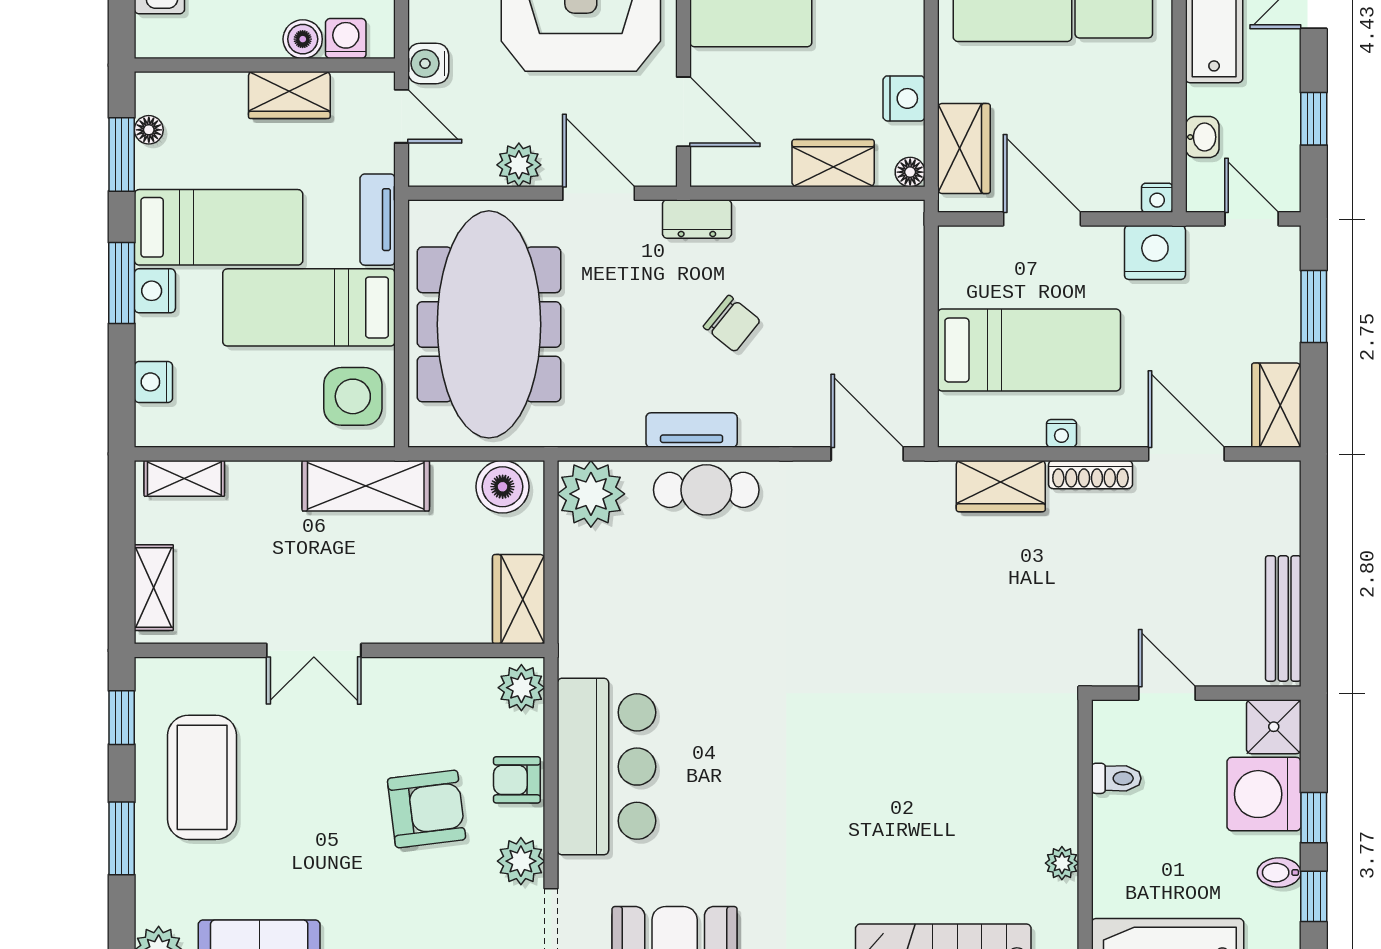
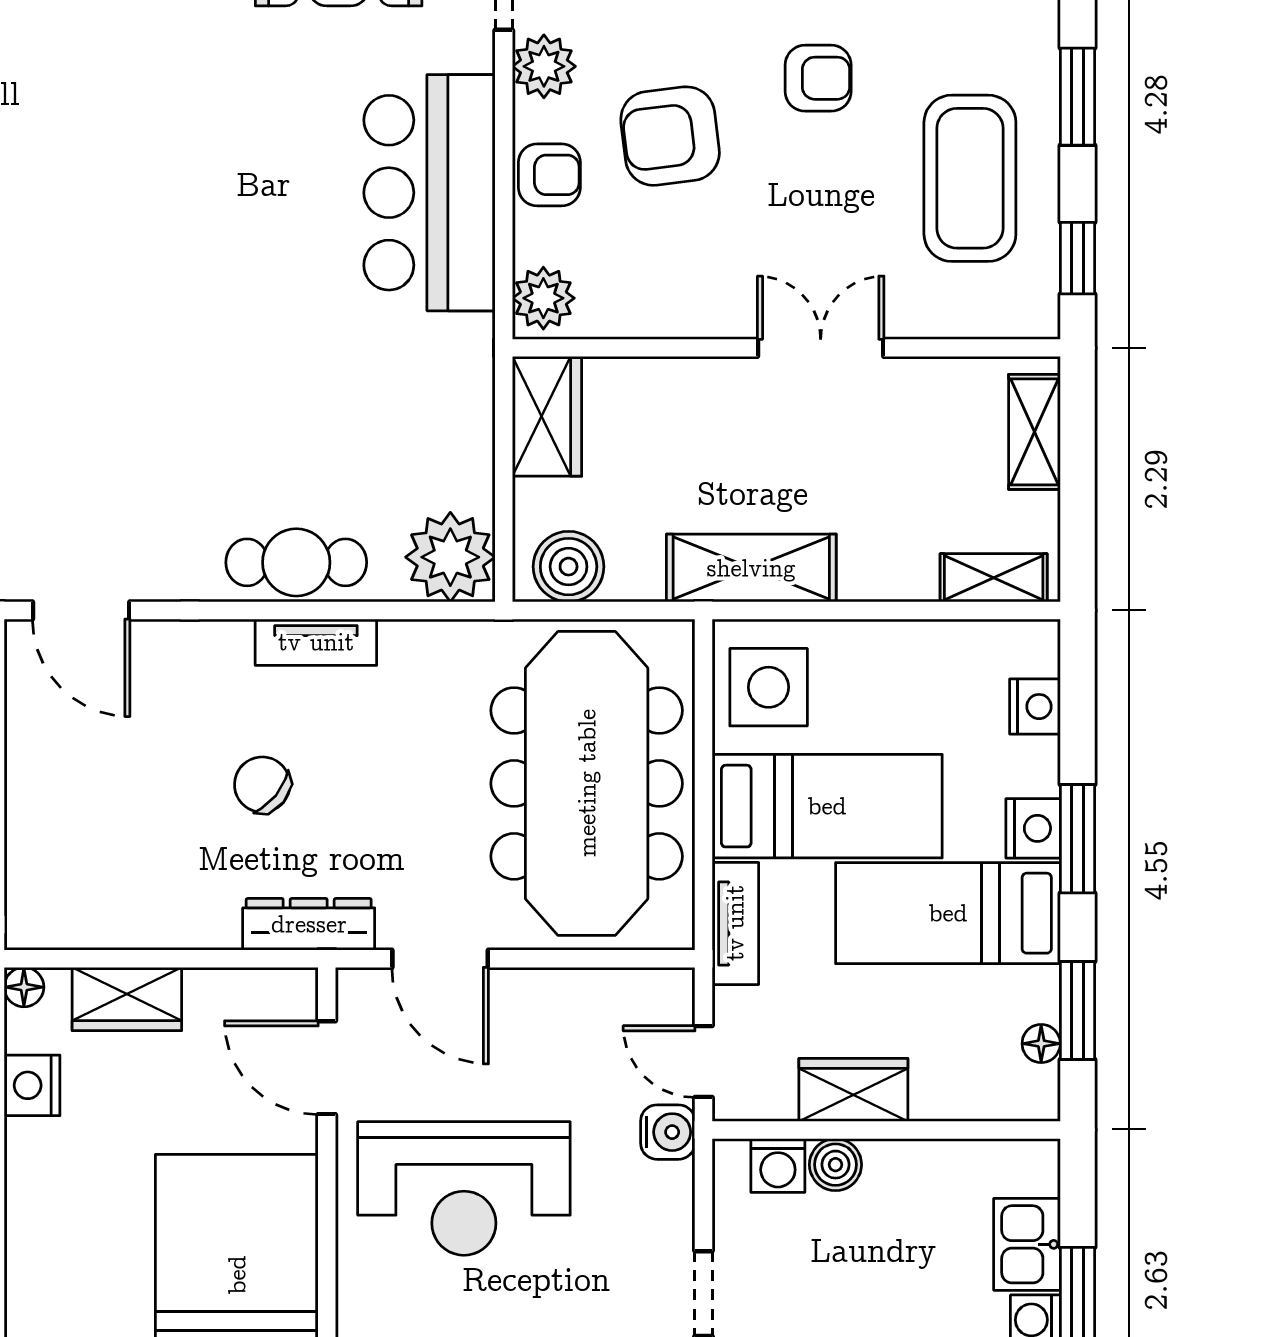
plant: (519, 165) -> (547, 997), removed
dresser: (697, 219) -> (309, 924), width x1.44
armchair: (316, 852) -> (818, 78), added

